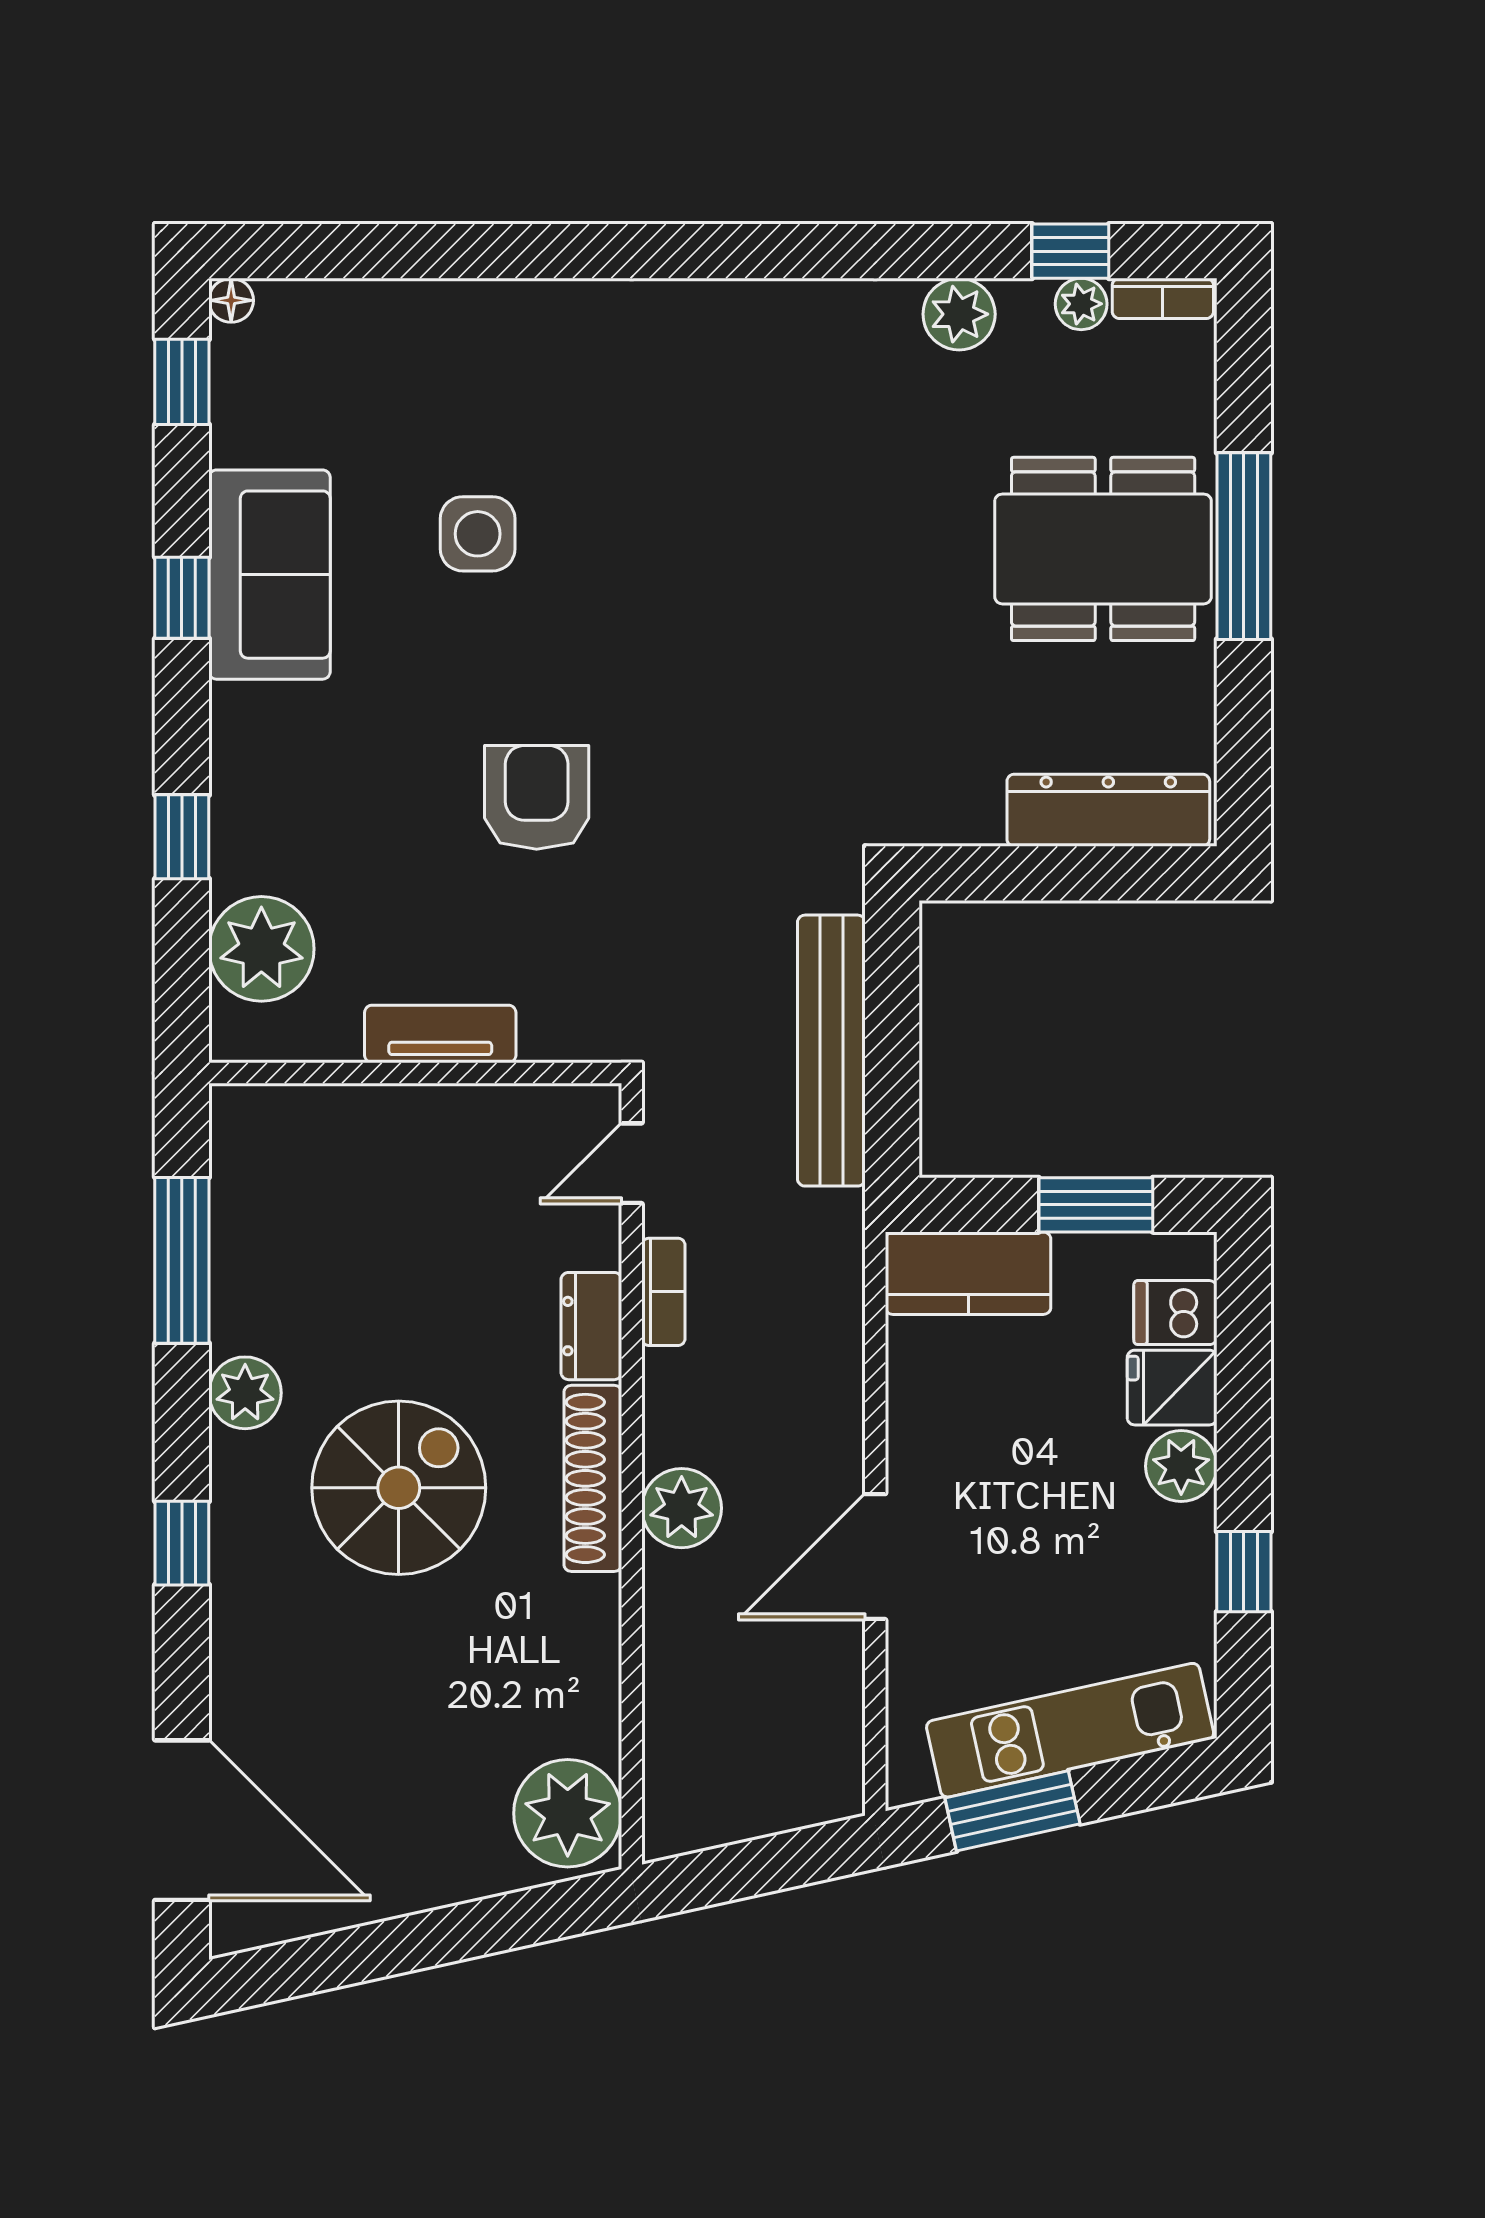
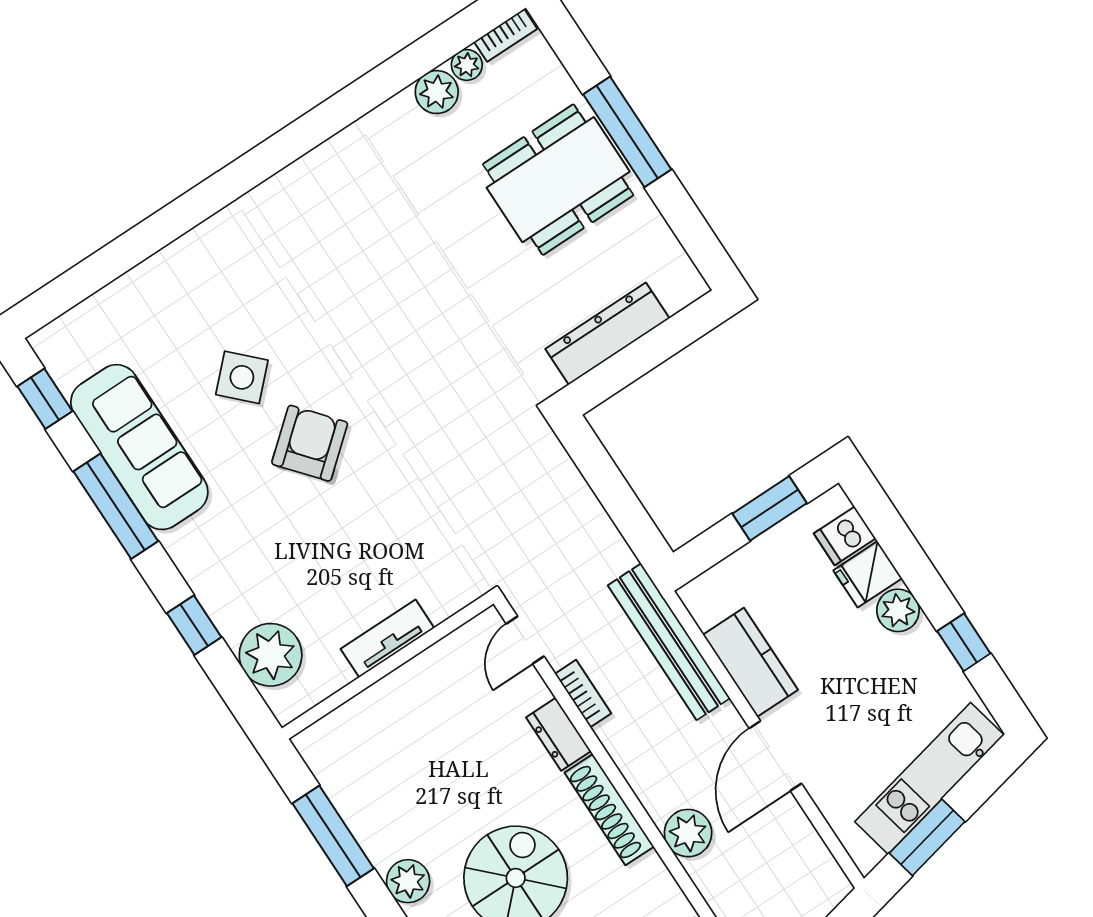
window: (1070, 251) -> (444, 42), removed
floor lamp: (231, 300) -> (43, 342), removed
plant: (959, 314) -> (437, 92), moved
side table: (478, 534) -> (242, 377), turned 45
sofa: (270, 575) -> (139, 447), width x1.36
window: (182, 598) -> (116, 506), width x2.17
armchair: (537, 797) -> (310, 443), moved, turned 50
dresser: (1108, 810) -> (607, 334), moved
bench: (831, 1051) -> (669, 642), moved
kitchen counter: (968, 1273) -> (750, 662), moved, turned -90
plant: (682, 1508) -> (688, 833), moved

